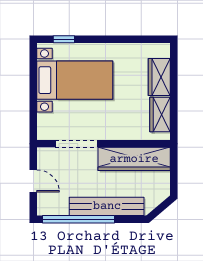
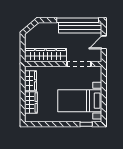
door: (33, 181) -> (104, 42), hinge flipped
bench: (107, 206) -> (80, 28), moved

